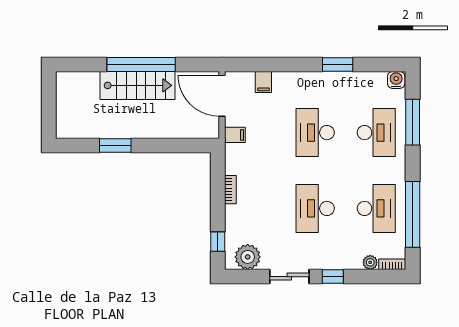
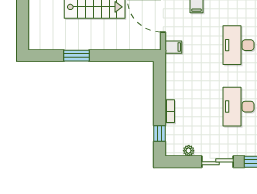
bookcase: (230, 190) -> (170, 111), moved
plant: (248, 257) -> (189, 151), width x0.53, depth x0.53

